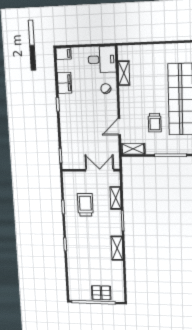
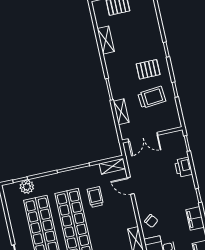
door: (119, 127) -> (131, 186), swing flipped
printer: (67, 134) -> (183, 167), added
trolley: (85, 205) -> (152, 97), turned -95
pallet: (84, 231) -> (148, 69), added
shelving: (117, 248) -> (106, 40), moved

